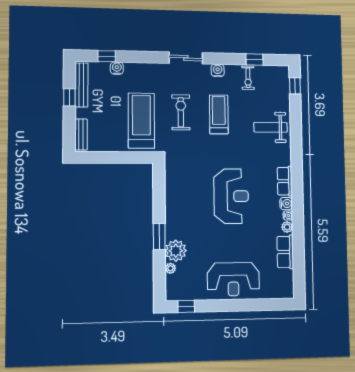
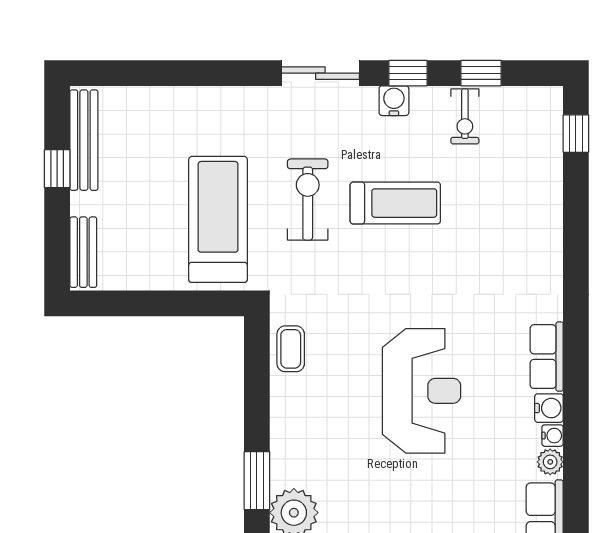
window: (107, 56) -> (408, 73), moved
water cooler: (117, 68) -> (163, 100), removed
treadmill: (219, 114) -> (395, 203), turned 90
weight bench: (271, 127) -> (516, 232), removed
coffee table: (174, 178) -> (291, 349), added

